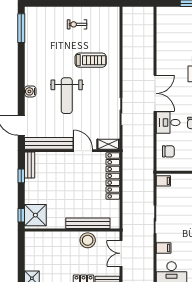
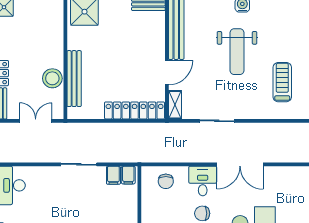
treadmill: (91, 60) -> (282, 82), turned 180
weight bench: (67, 96) -> (237, 52), turned -90
filing cabinet: (164, 248) -> (113, 175), moved

